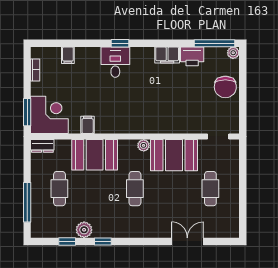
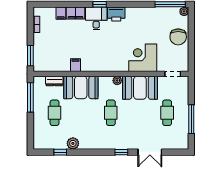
filing cabinet: (167, 55) -> (76, 13), moved
printer: (192, 56) -> (116, 14), moved
corner desk: (49, 115) -> (143, 58), moved, turned -90
dresser: (42, 146) -> (54, 81), moved
window: (243, 197) -> (191, 119), added
window: (27, 202) -> (30, 97), moved
window: (103, 241) -> (121, 152), moved
double door: (187, 241) -> (150, 152), swing flipped

